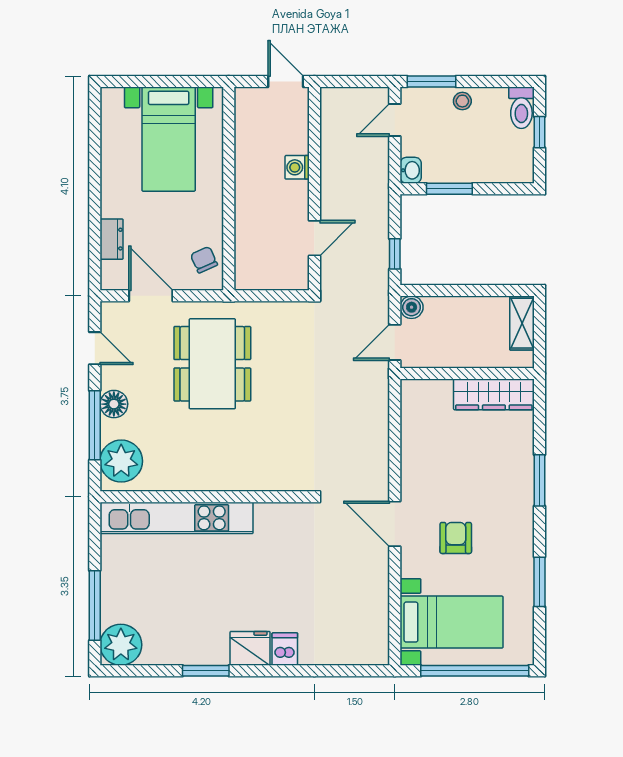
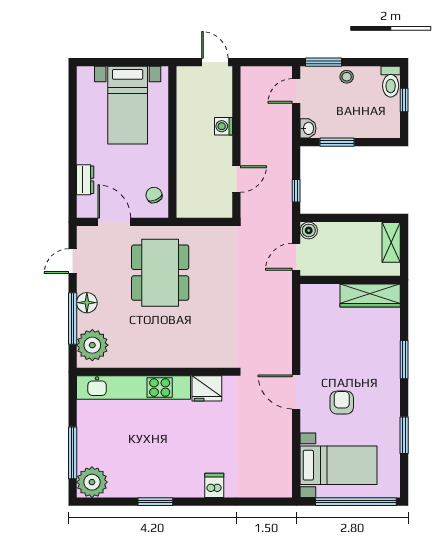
door: (95, 348) -> (73, 261), swing flipped
fridge: (250, 648) -> (207, 388), moved, turned 180

